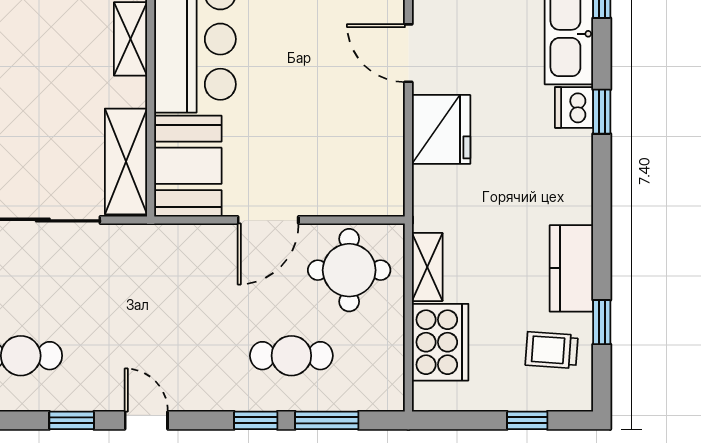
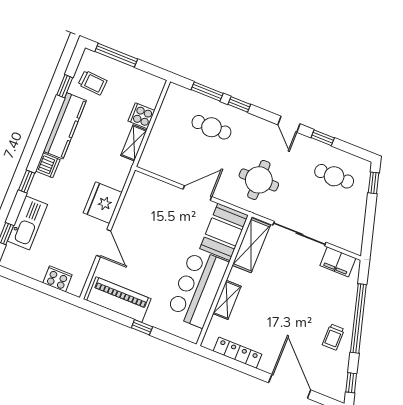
dishwasher: (574, 107) -> (48, 165), moved
kitchen counter: (571, 268) -> (65, 126), width x1.50
round table: (349, 270) -> (259, 180), moved
cooker: (440, 342) -> (141, 116), width x0.53, depth x0.76
window: (527, 420) -> (116, 55), width x2.17

